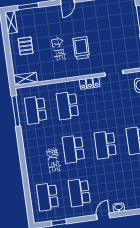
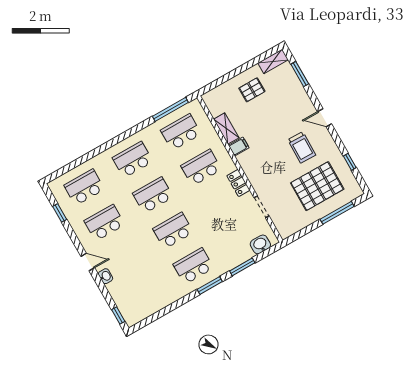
pallet: (115, 26) -> (317, 186), added
trolley: (81, 48) -> (302, 147), moved, turned 91
filing cabinet: (63, 72) -> (239, 147), added
shelving: (25, 79) -> (226, 128), moved
school desk: (42, 153) -> (133, 160), added

